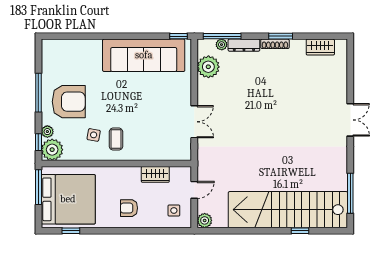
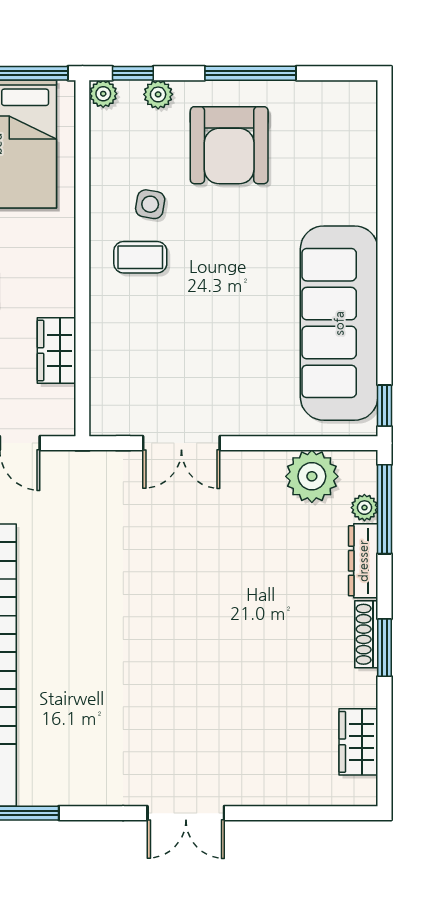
plant: (52, 150) -> (103, 94), width x0.53, depth x0.53

